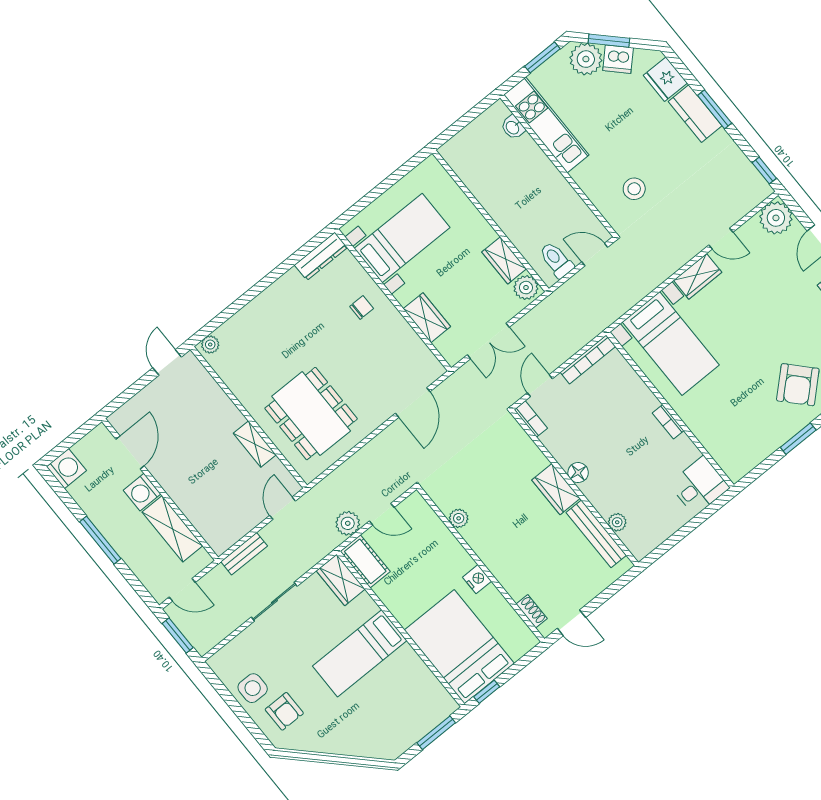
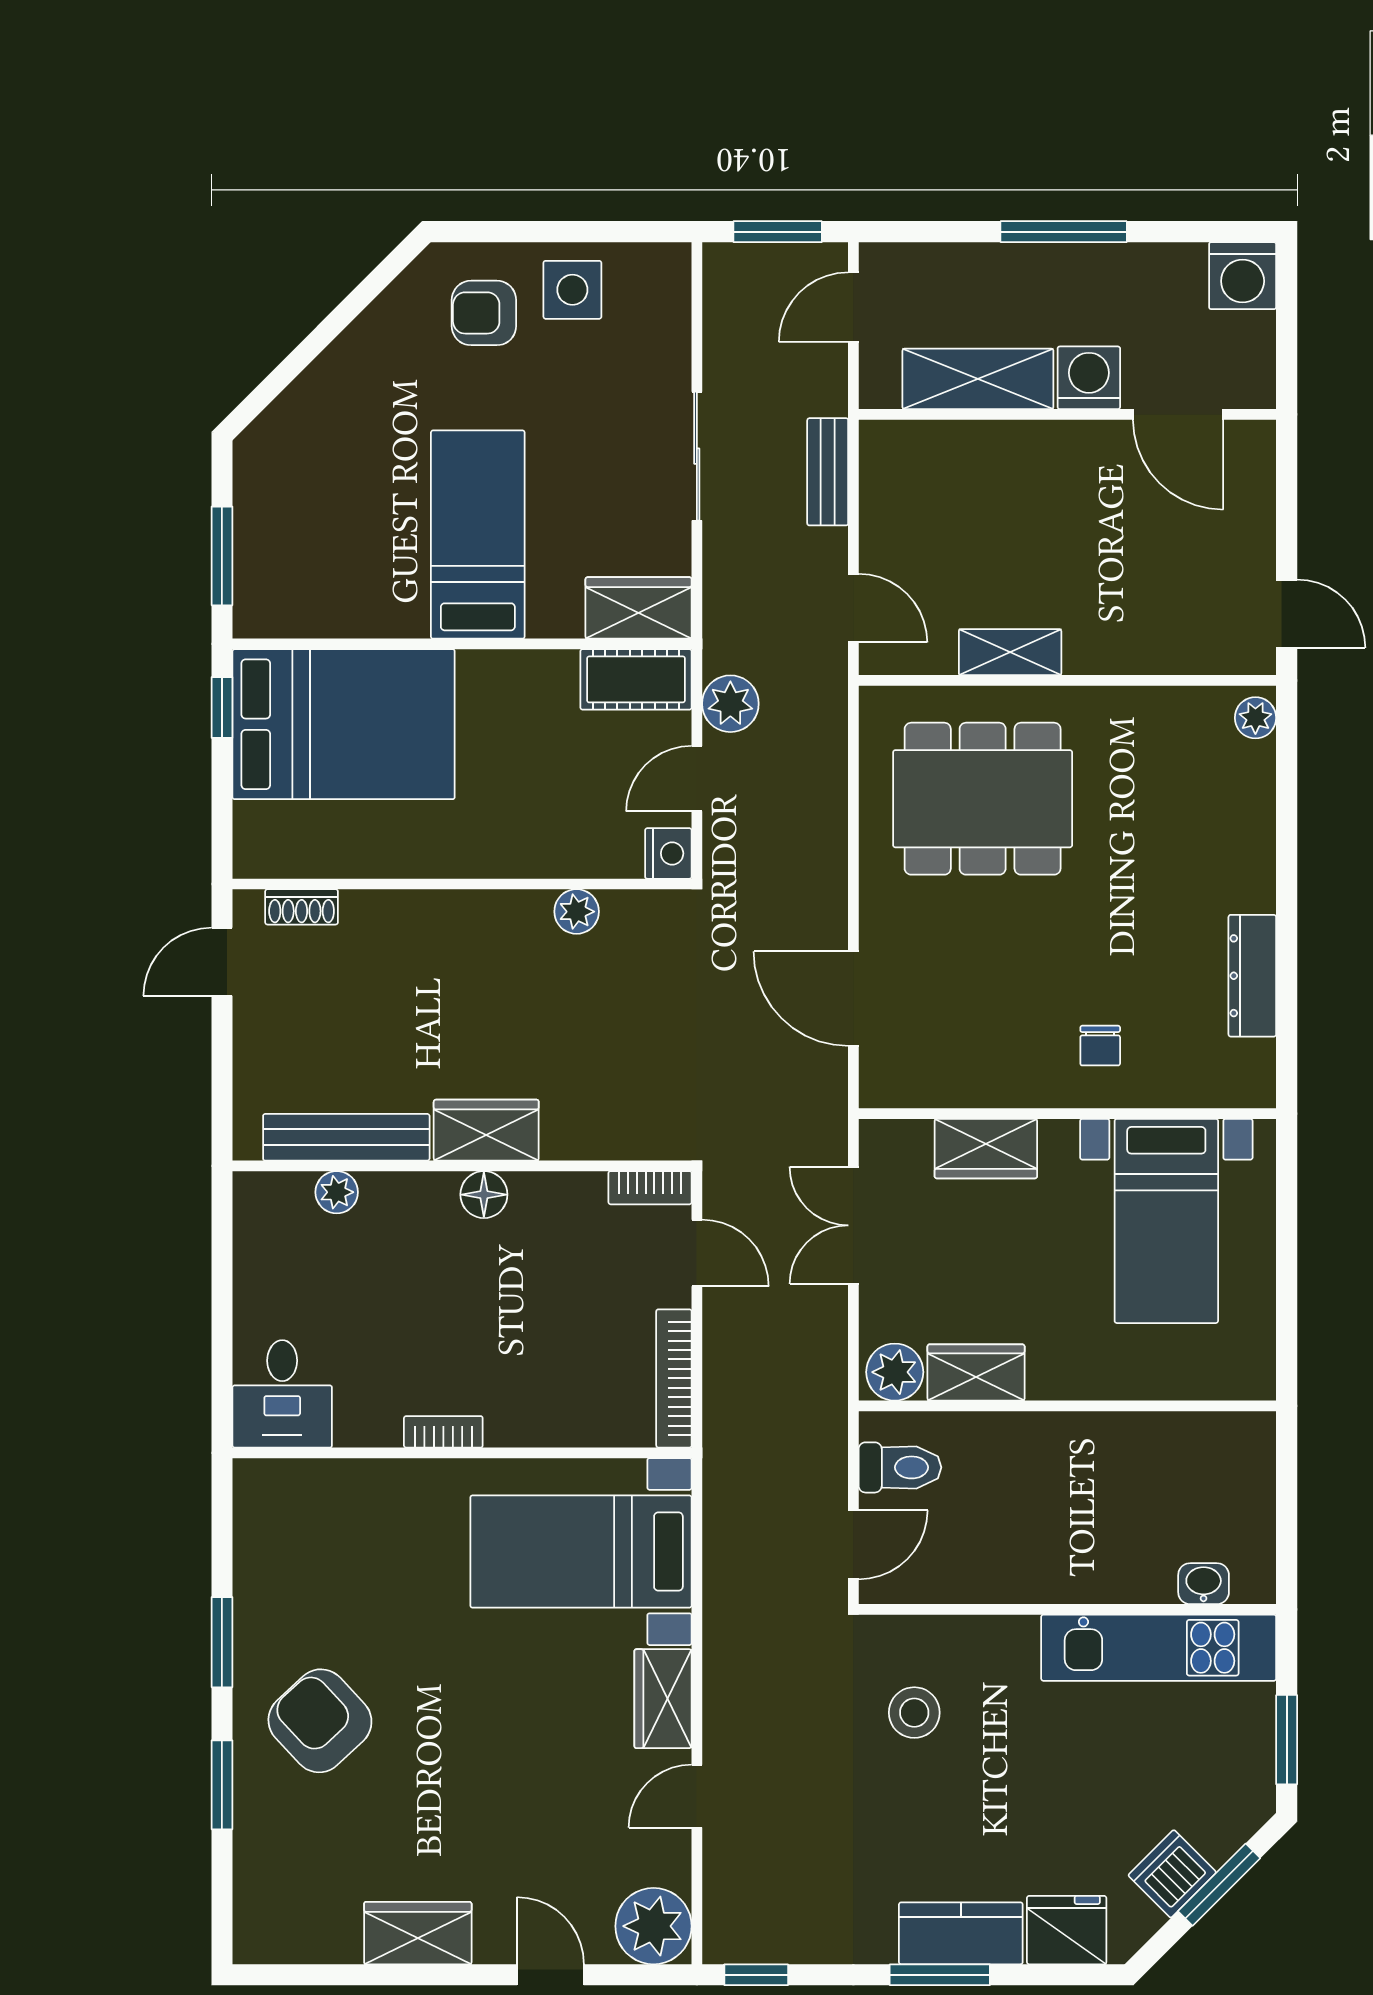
plant: (586, 59) -> (1220, 1816), removed
dresser: (321, 256) -> (1252, 976), moved
nightstand: (477, 579) -> (668, 853), moved, turned -90

